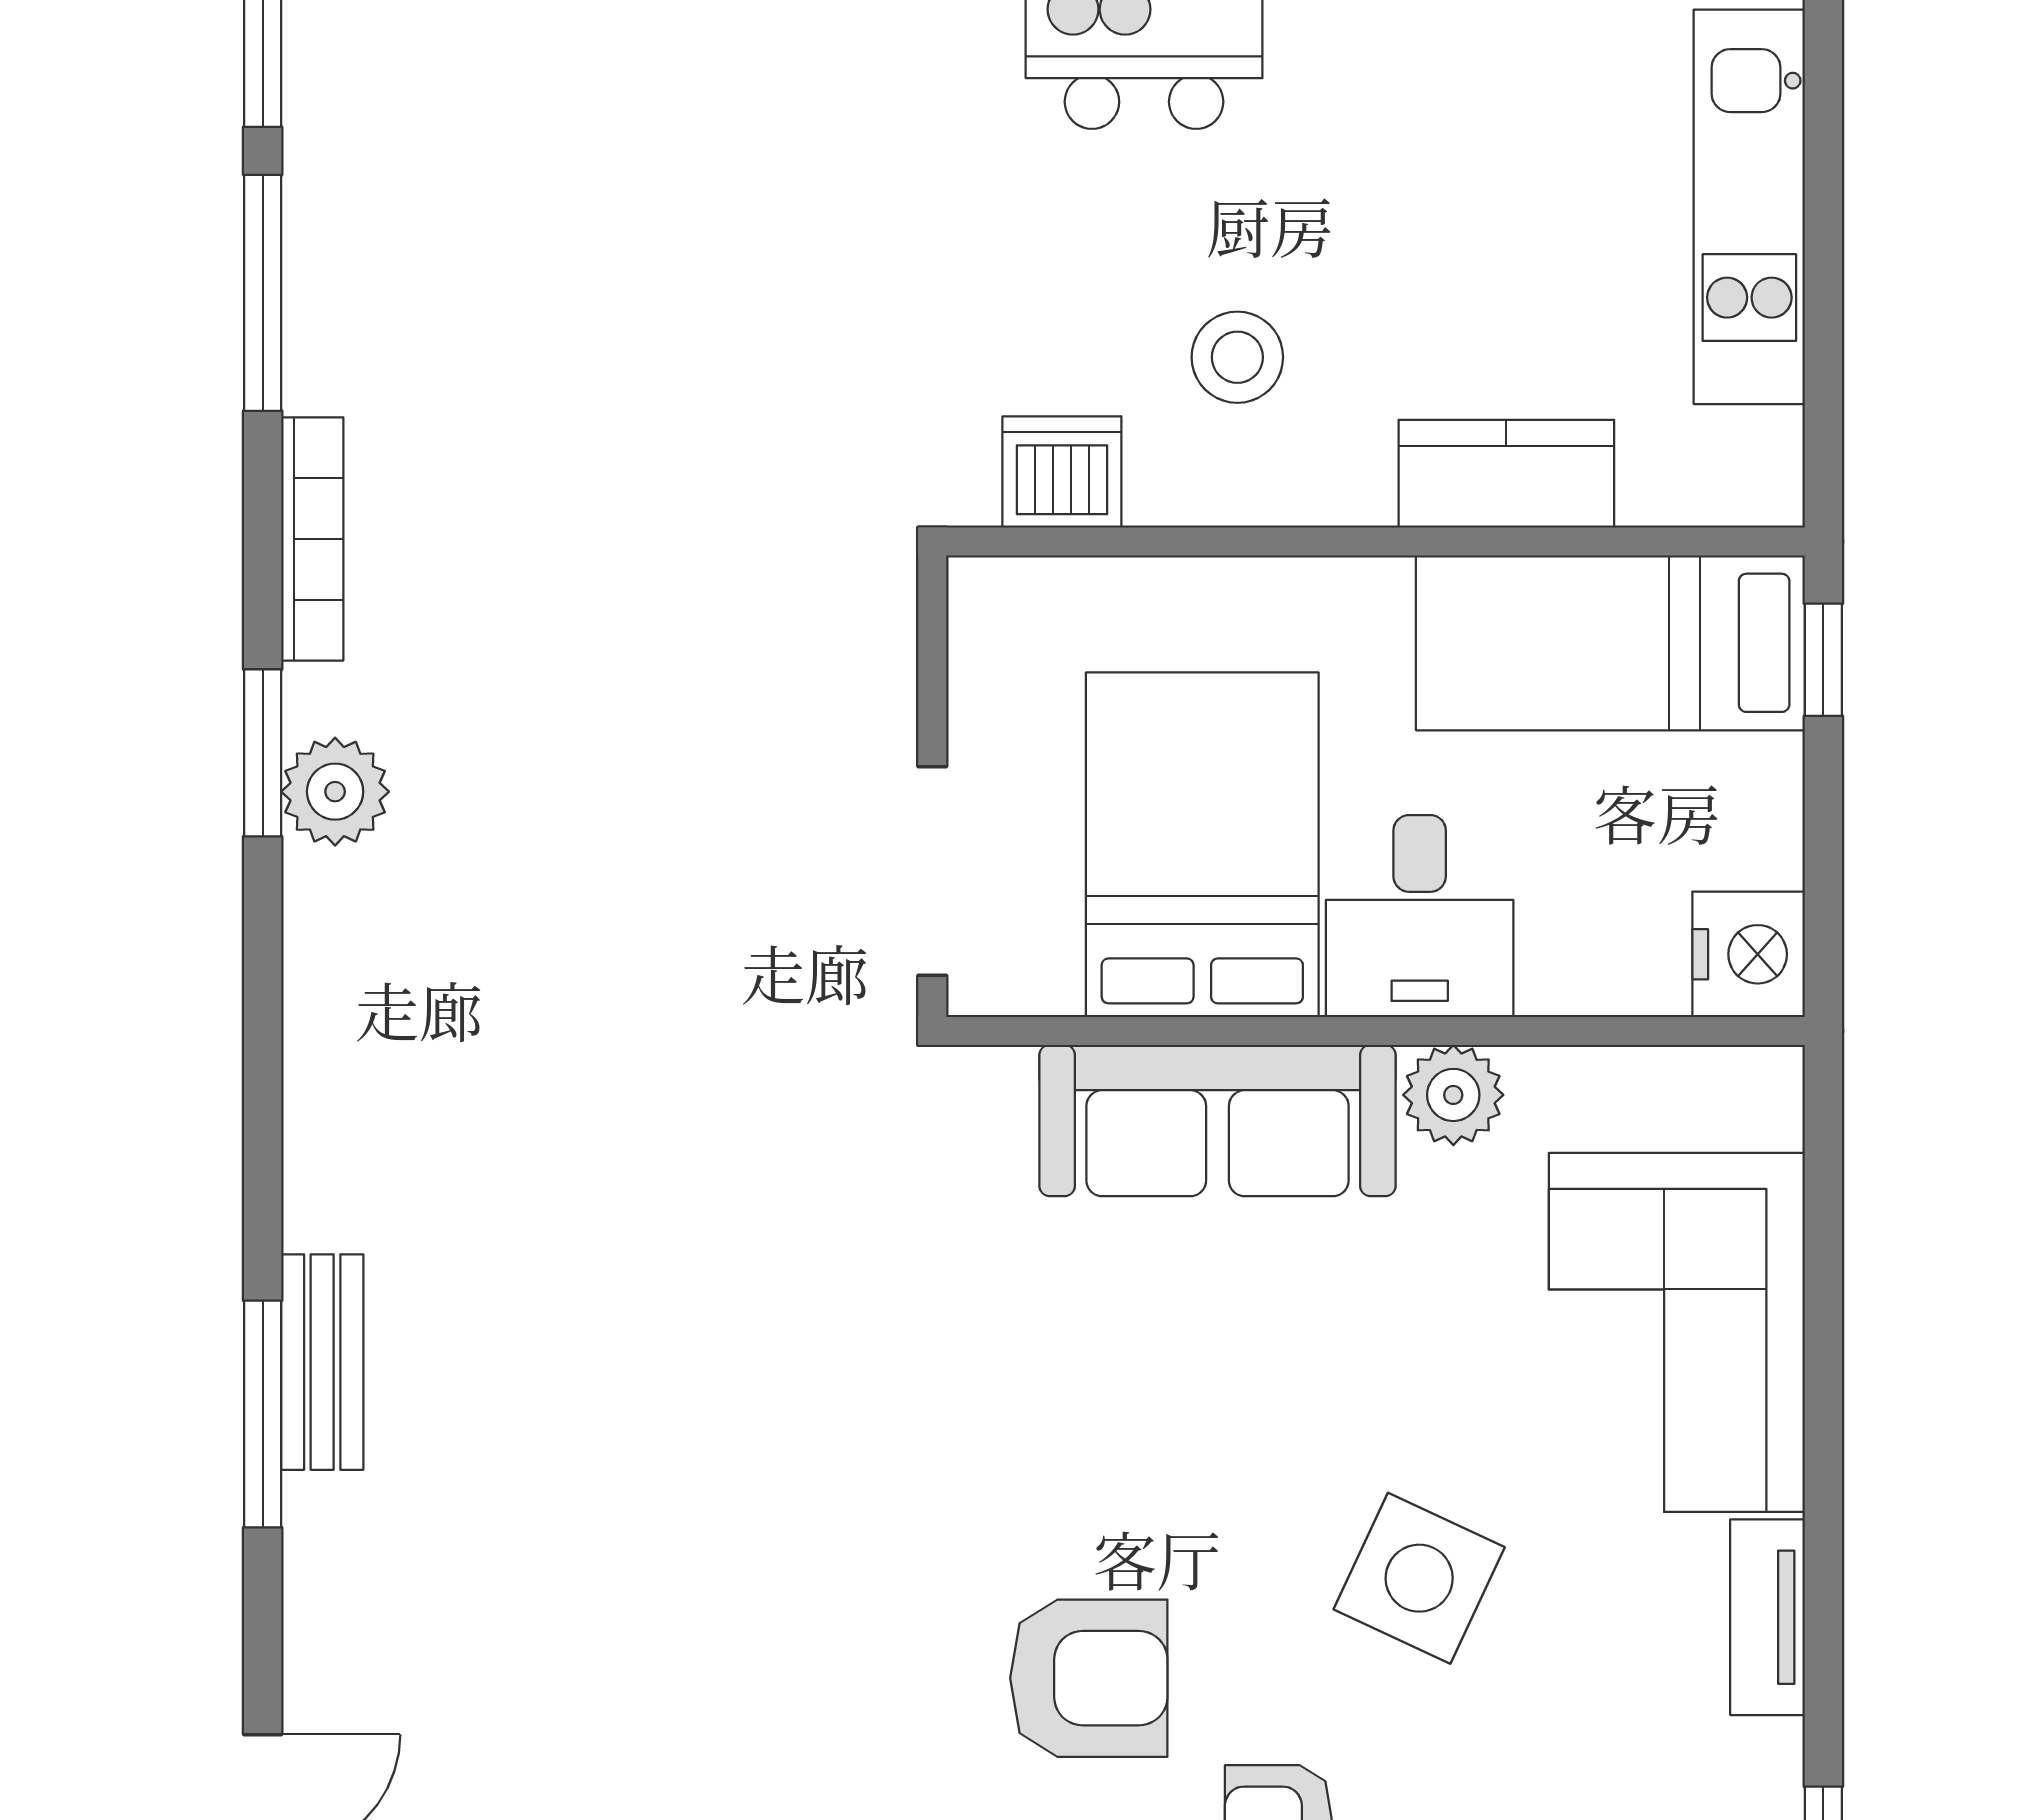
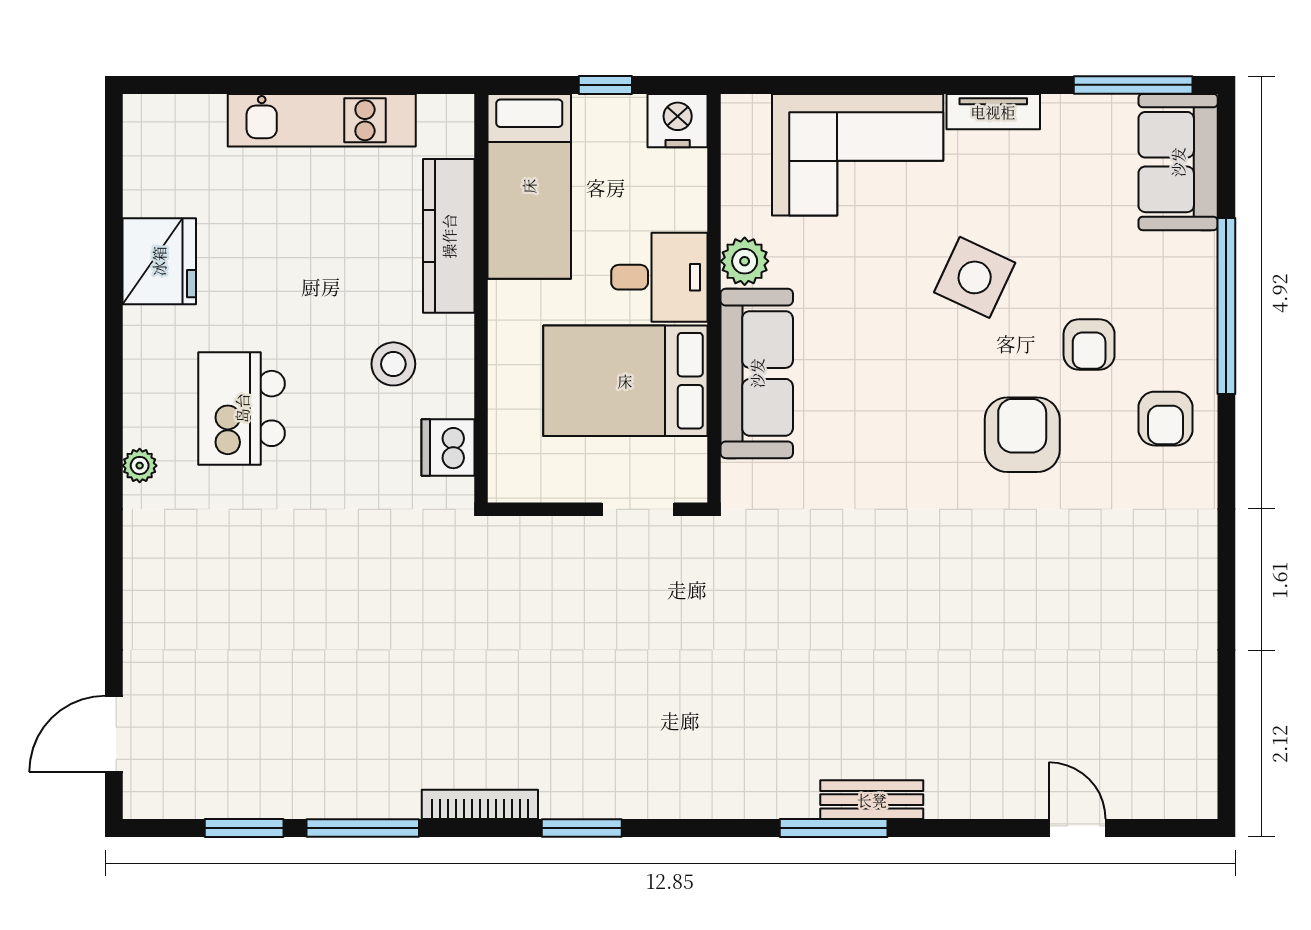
kitchen counter: (1506, 474) -> (449, 236), width x1.50
window: (1823, 660) -> (605, 85), moved
plant: (335, 792) -> (600, 794), removed
doorway: (932, 871) -> (638, 509), width x0.73
window: (263, 1414) -> (834, 828), moved

